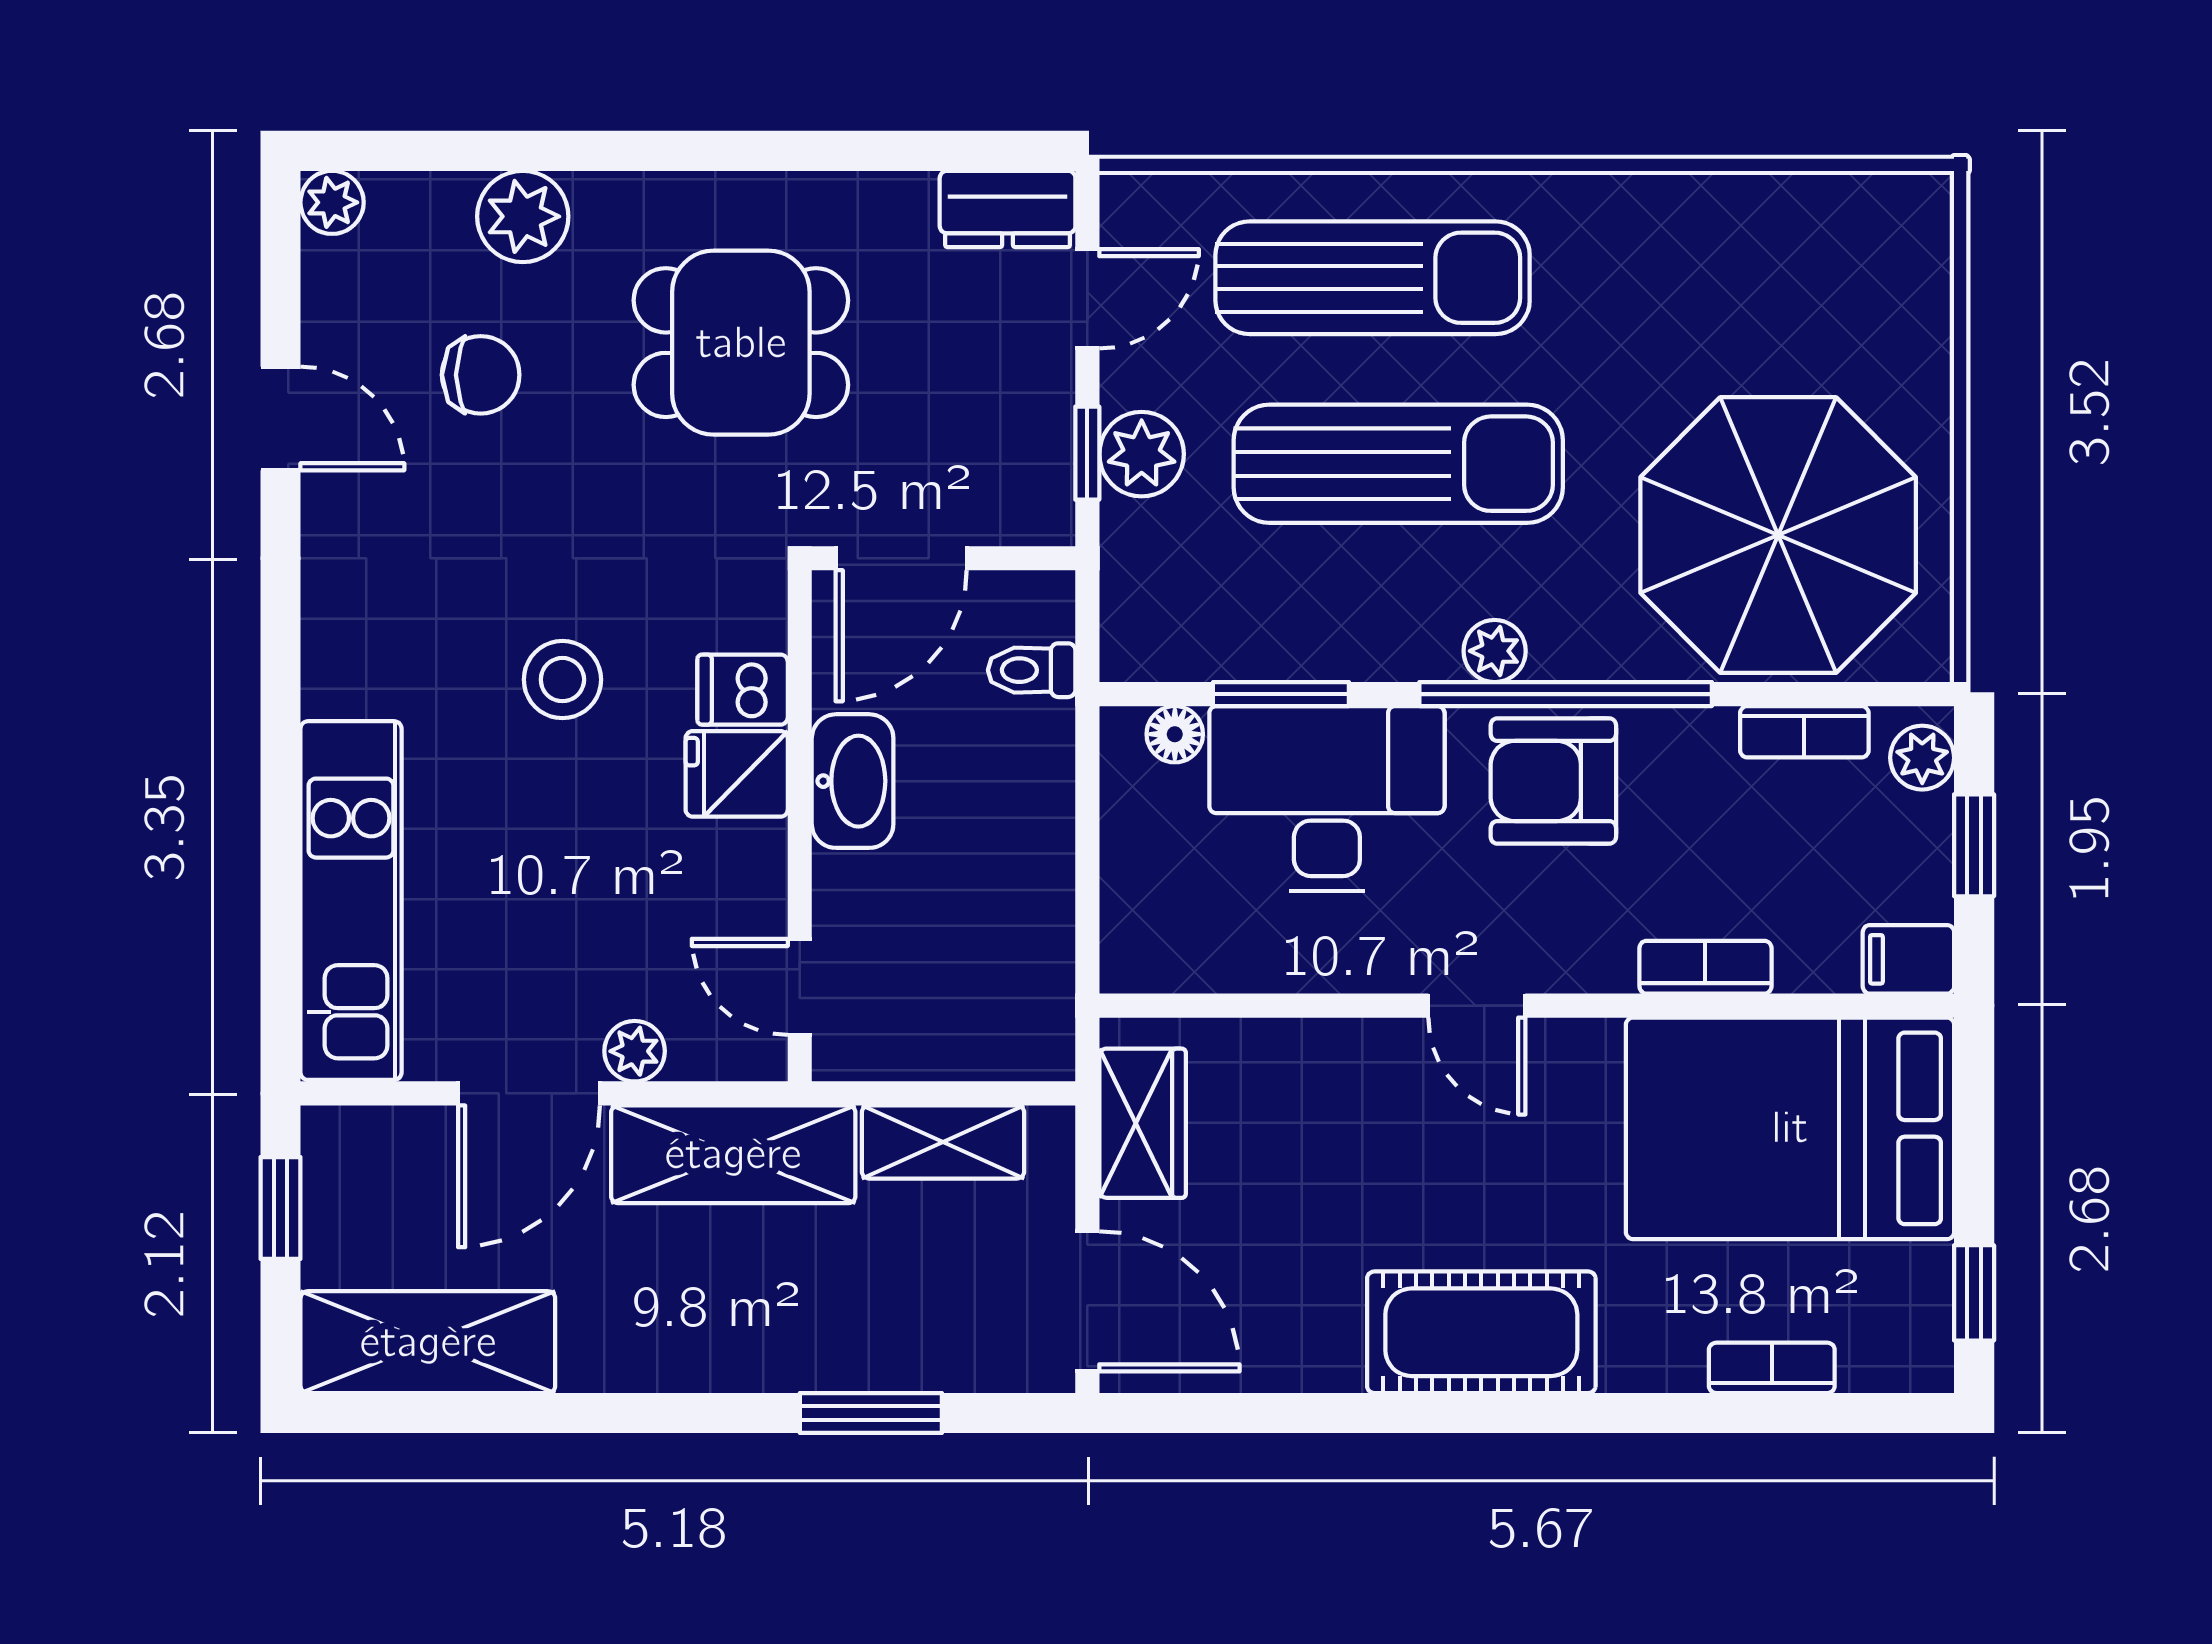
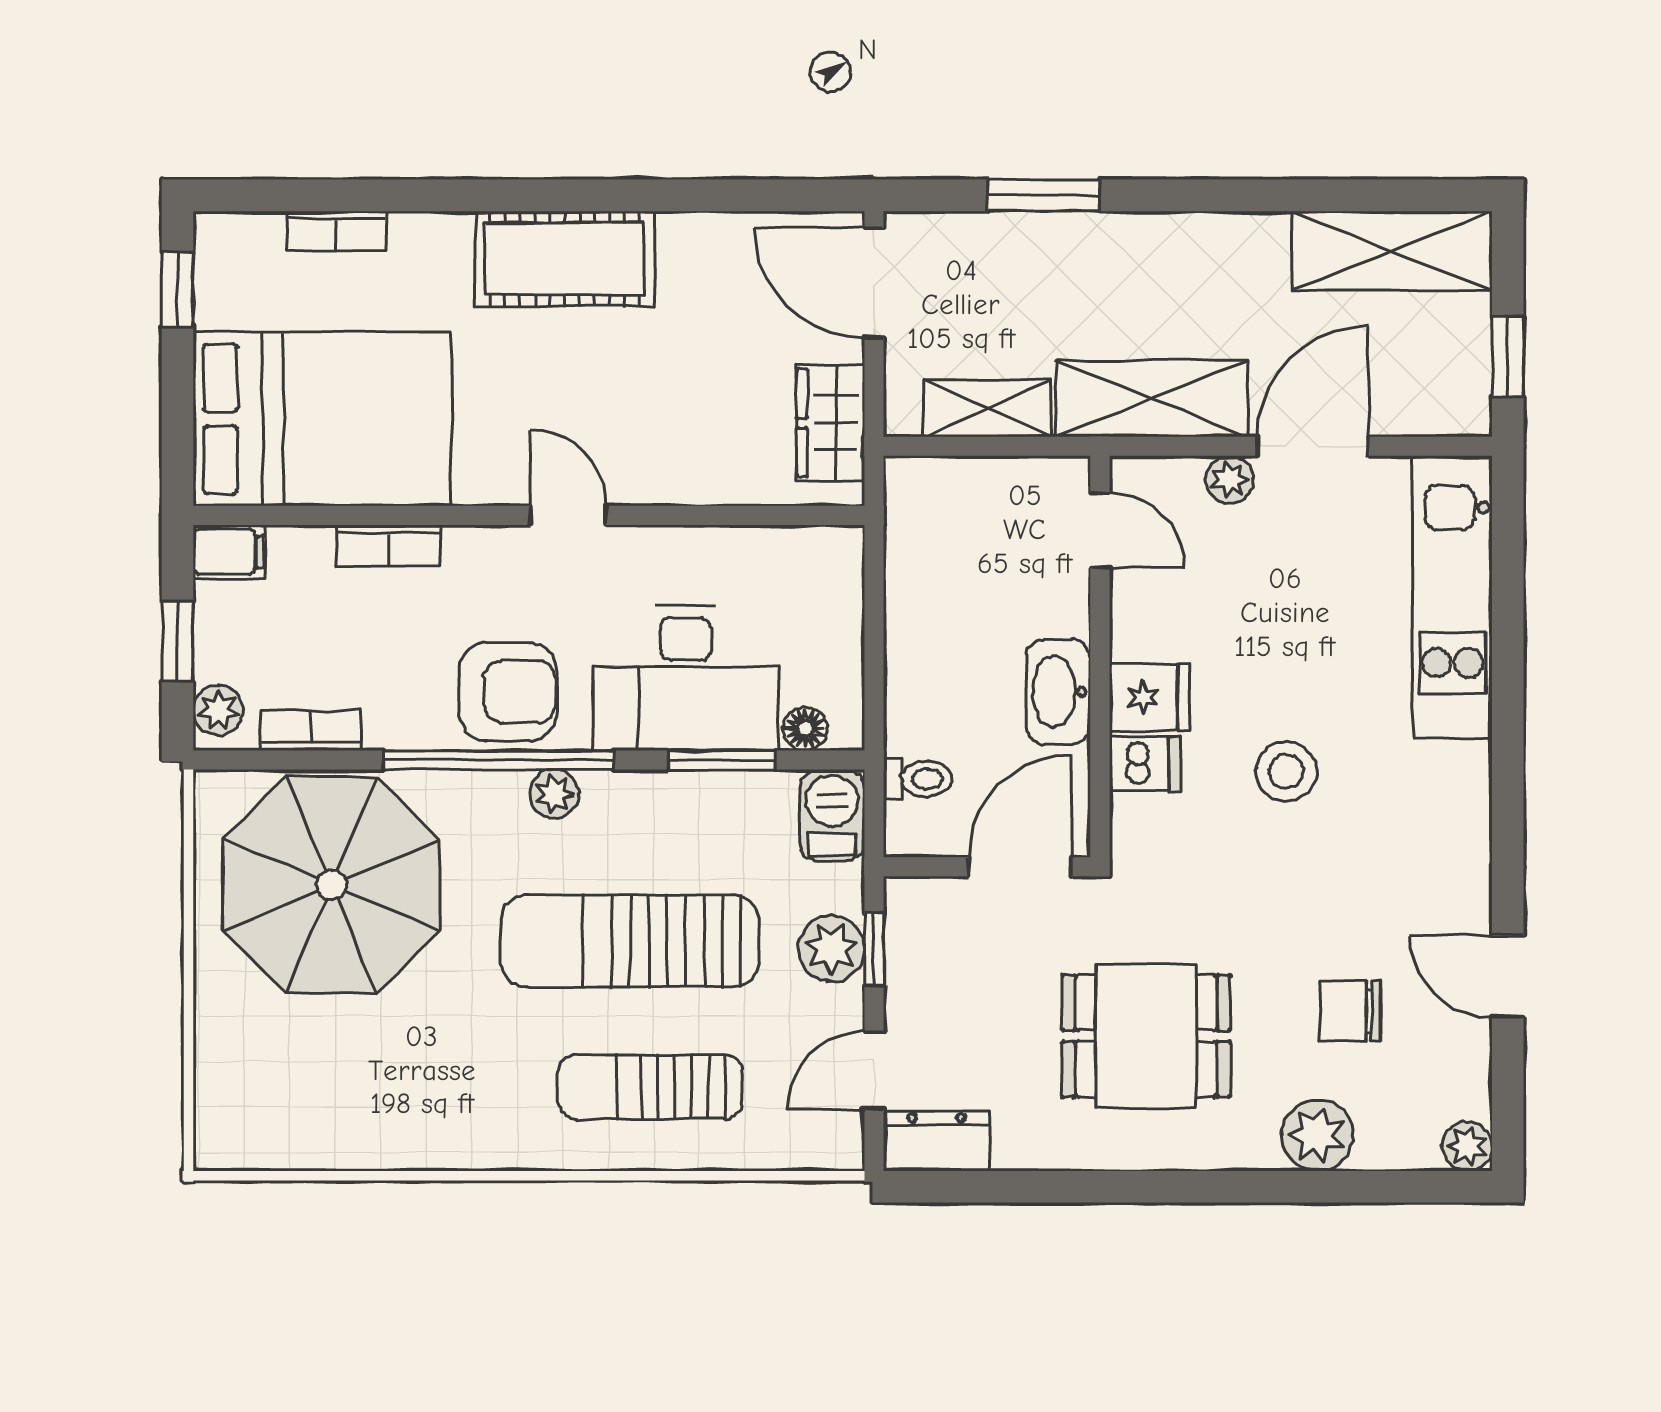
sun lounger: (1373, 278) -> (650, 1087), width x0.73, depth x0.75
barbecue: (1141, 624) -> (832, 815), added

